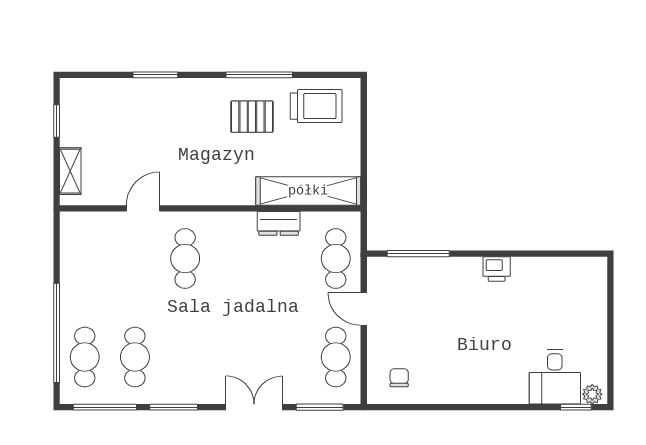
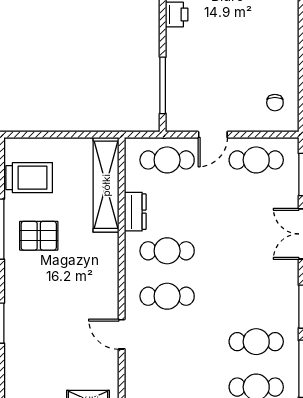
trolley: (316, 106) -> (29, 178), turned 90
pallet: (252, 117) -> (39, 236), turned 90
cafe table: (235, 259) -> (167, 251), added
chair: (399, 378) -> (275, 103), turned -90

